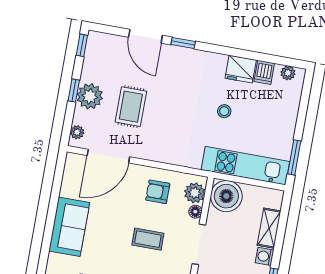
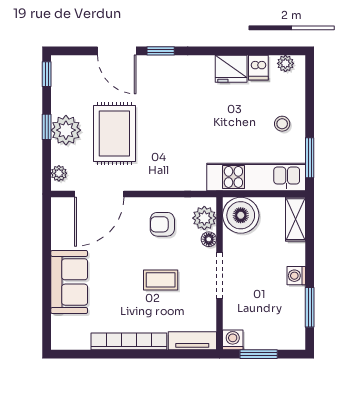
rug: (131, 107) -> (114, 134), width x1.36, depth x1.43
stool: (224, 111) -> (282, 124), moved
shelving: (269, 228) -> (296, 219), moved

